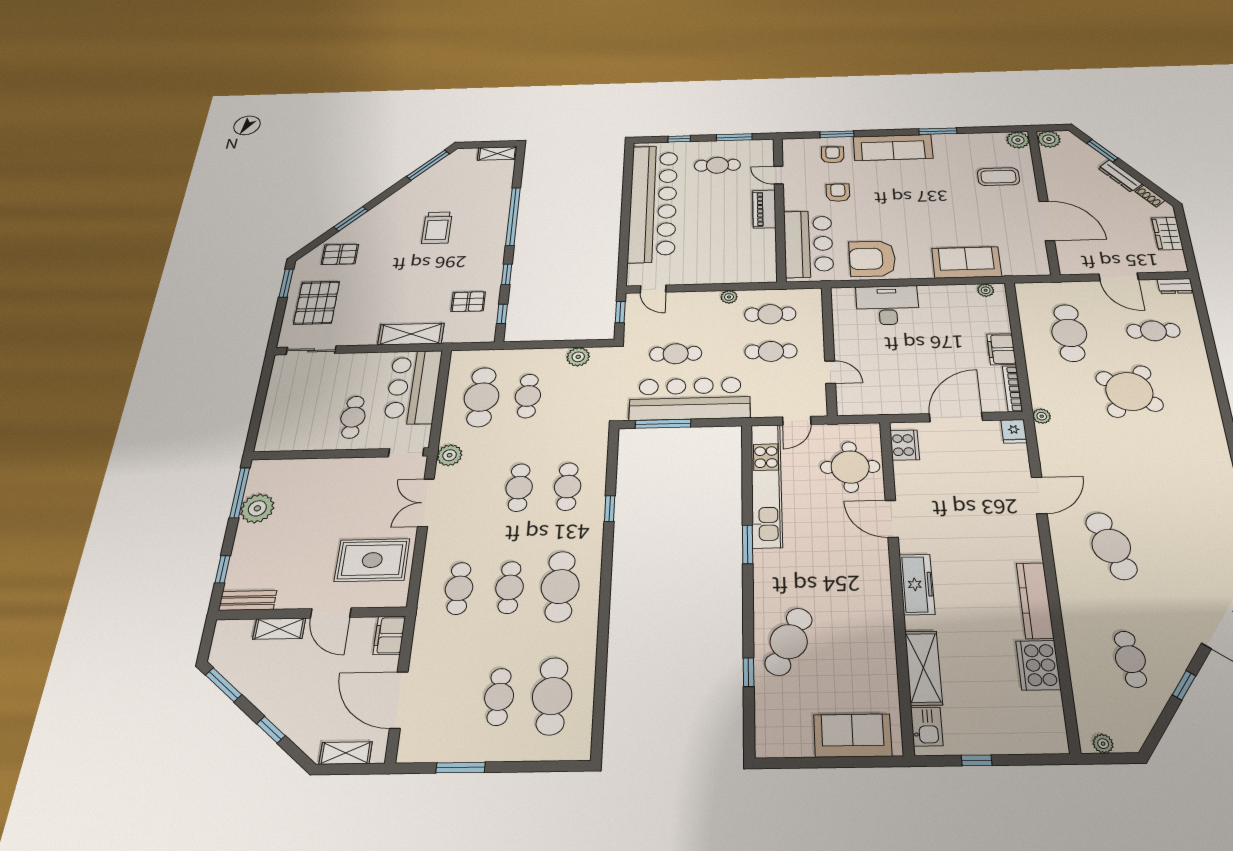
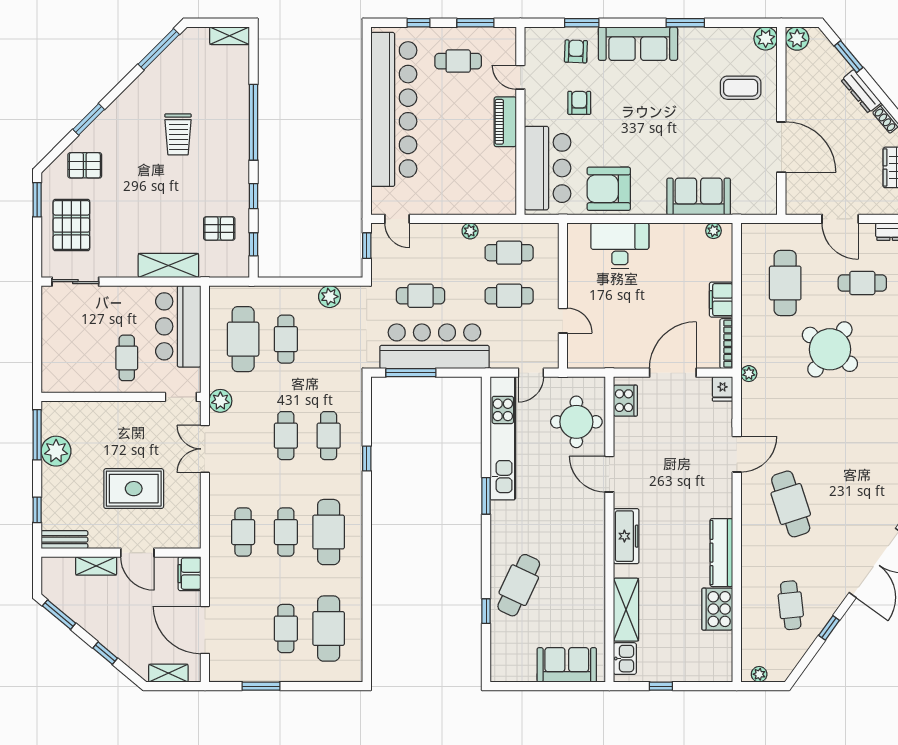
rug: (372, 560) -> (134, 489), moved

